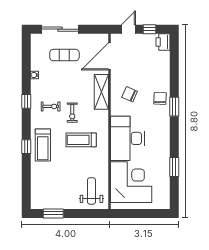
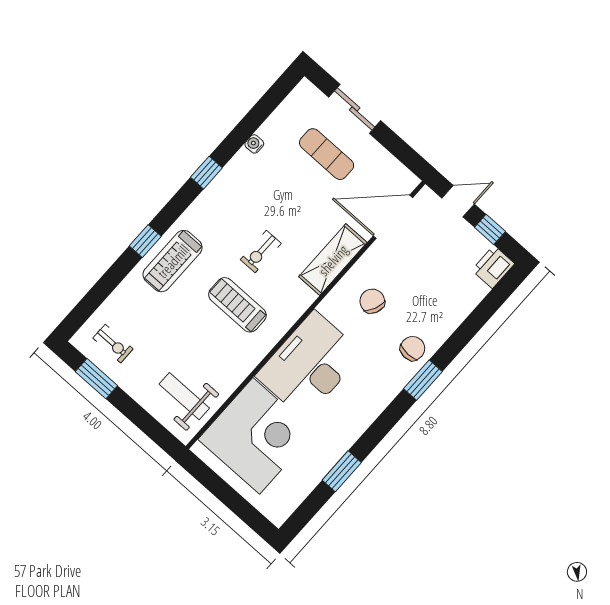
sliding door: (60, 29) -> (355, 109), width x0.73
exercise bike: (51, 106) -> (113, 344), moved
weight bench: (91, 191) -> (184, 396), turned -90

